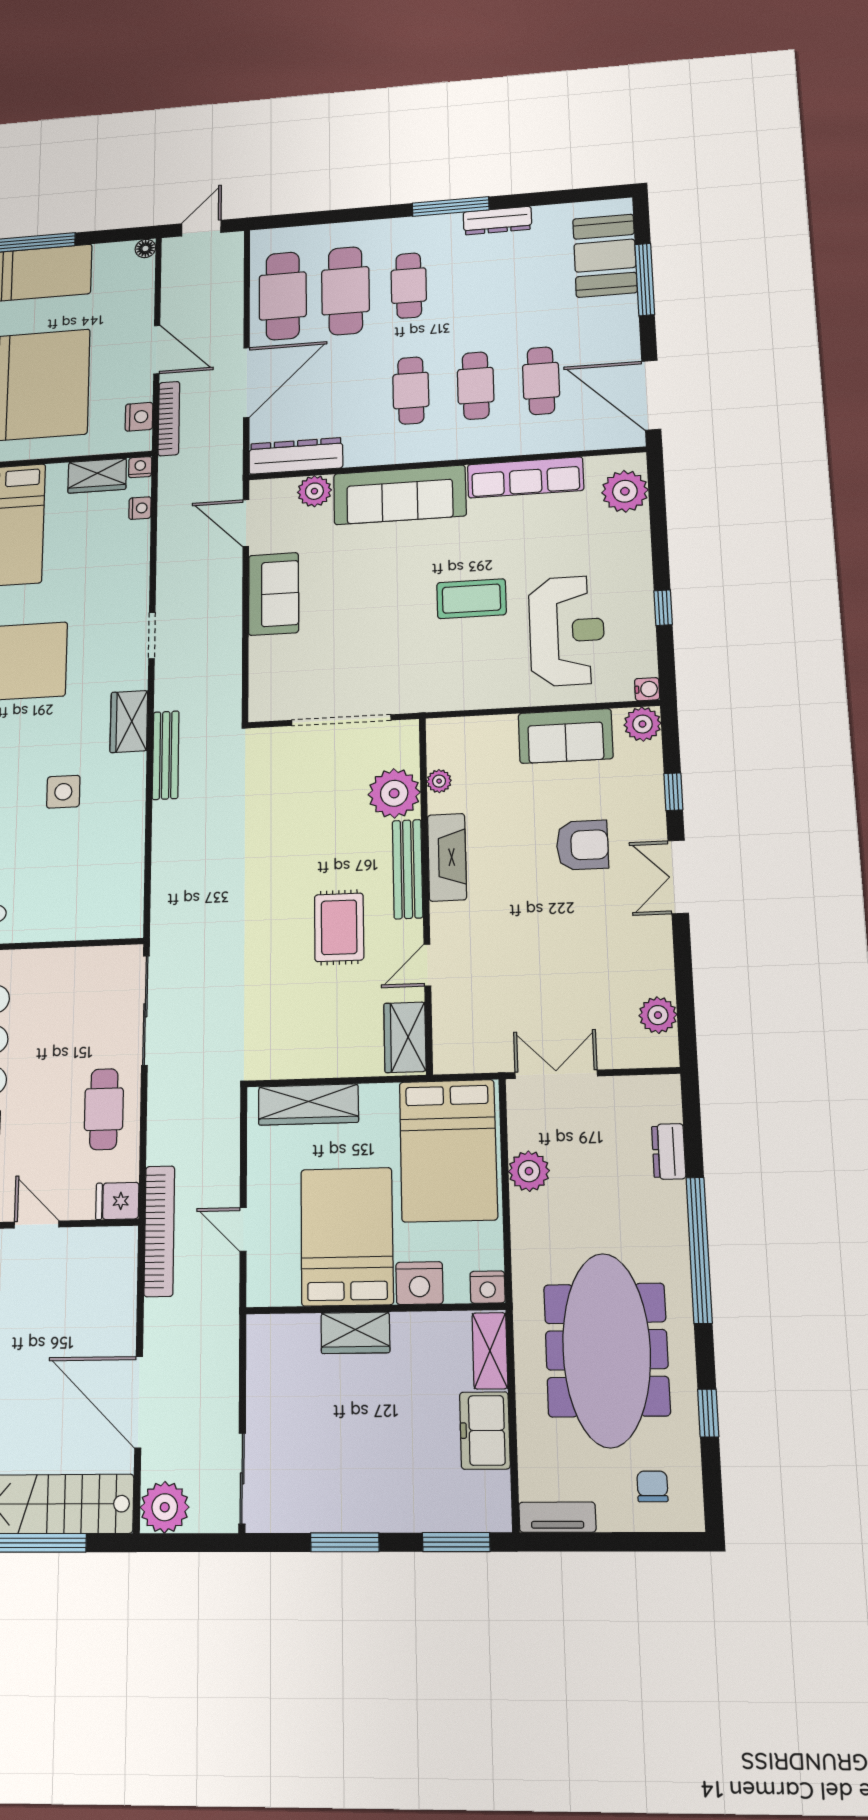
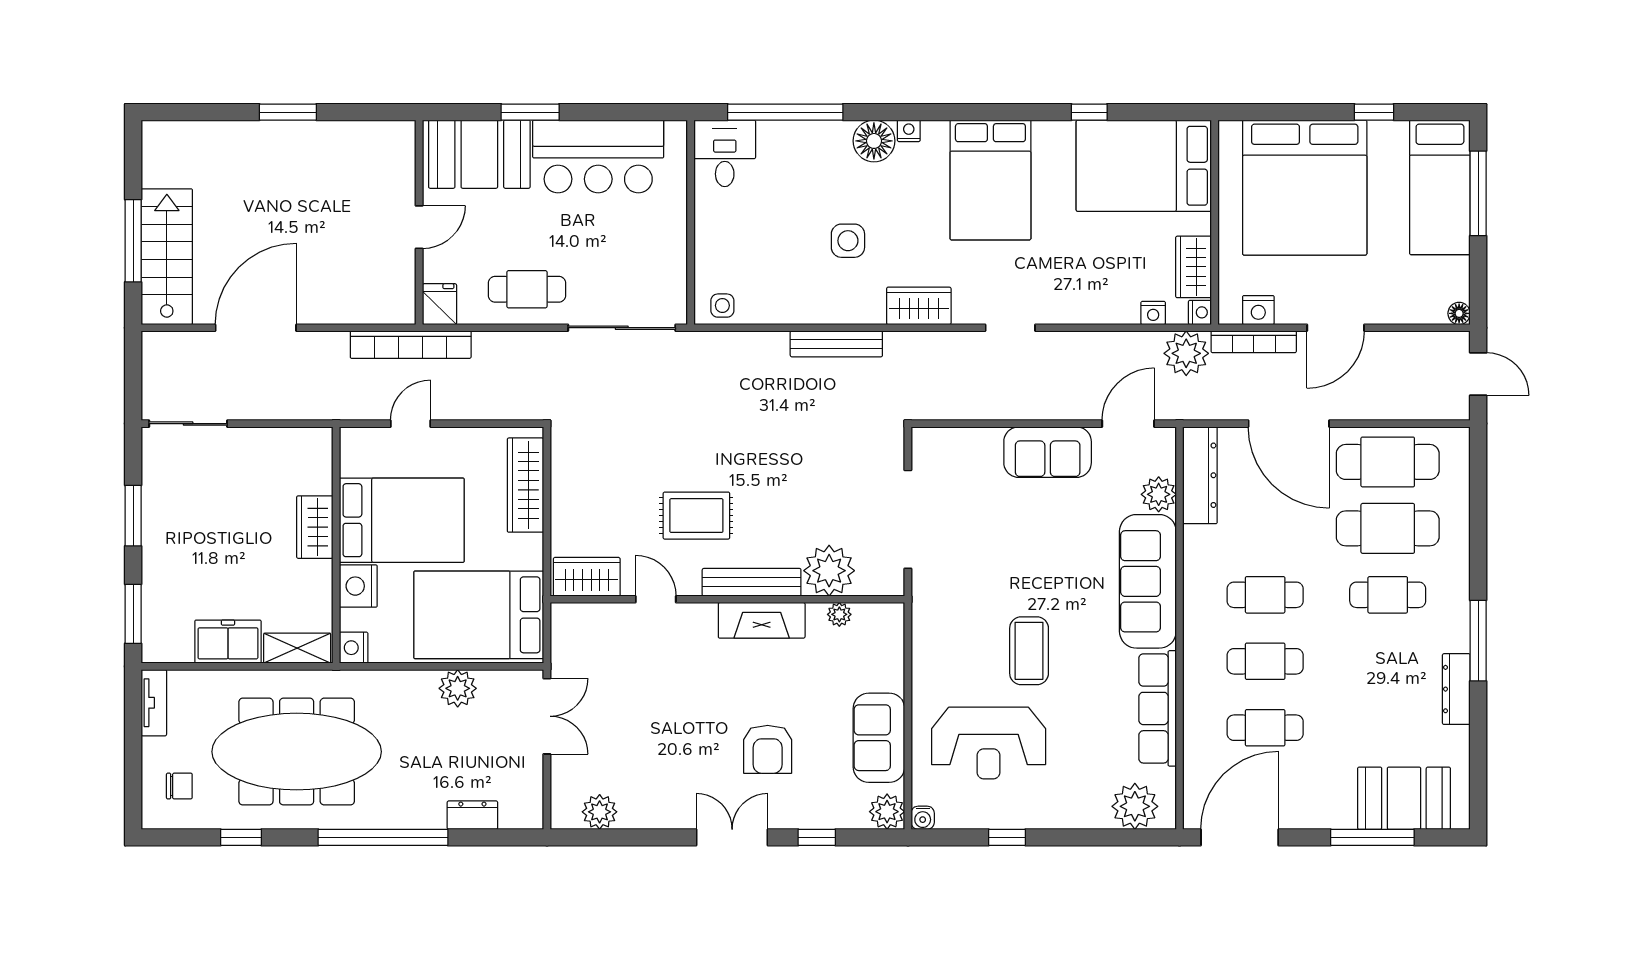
bench: (166, 755) -> (836, 344), moved
side table: (125, 910) -> (722, 306), added
plant: (165, 1507) -> (1186, 353), moved

